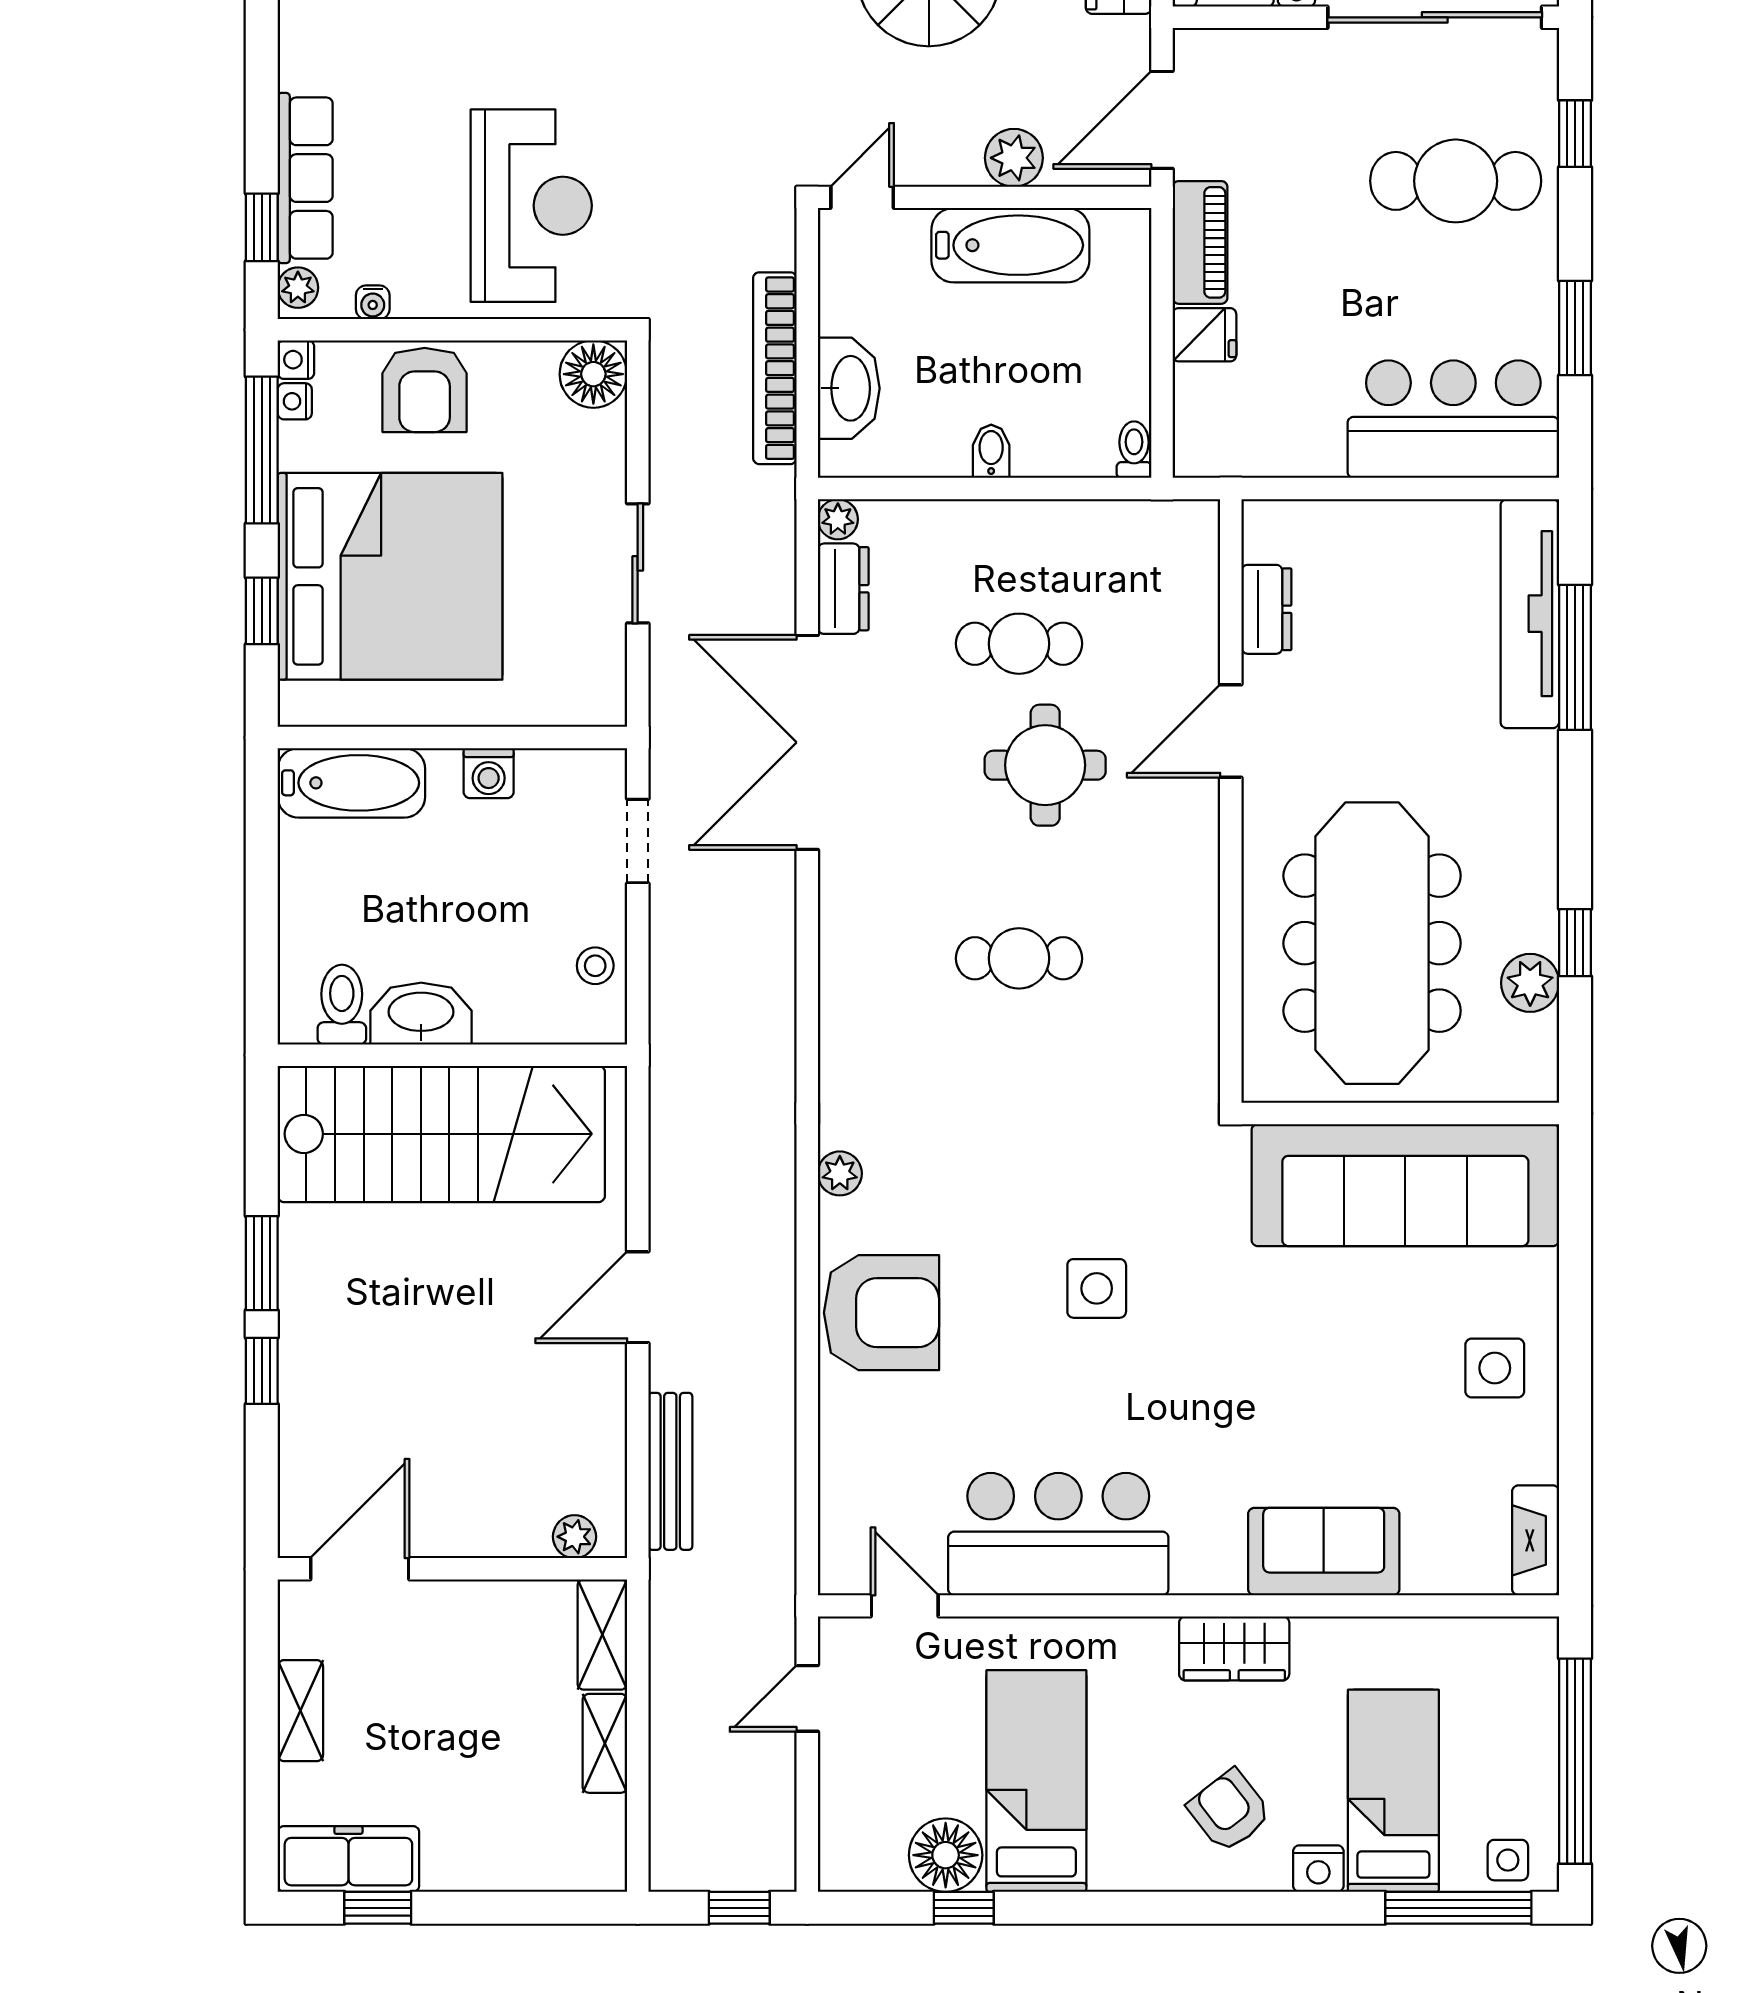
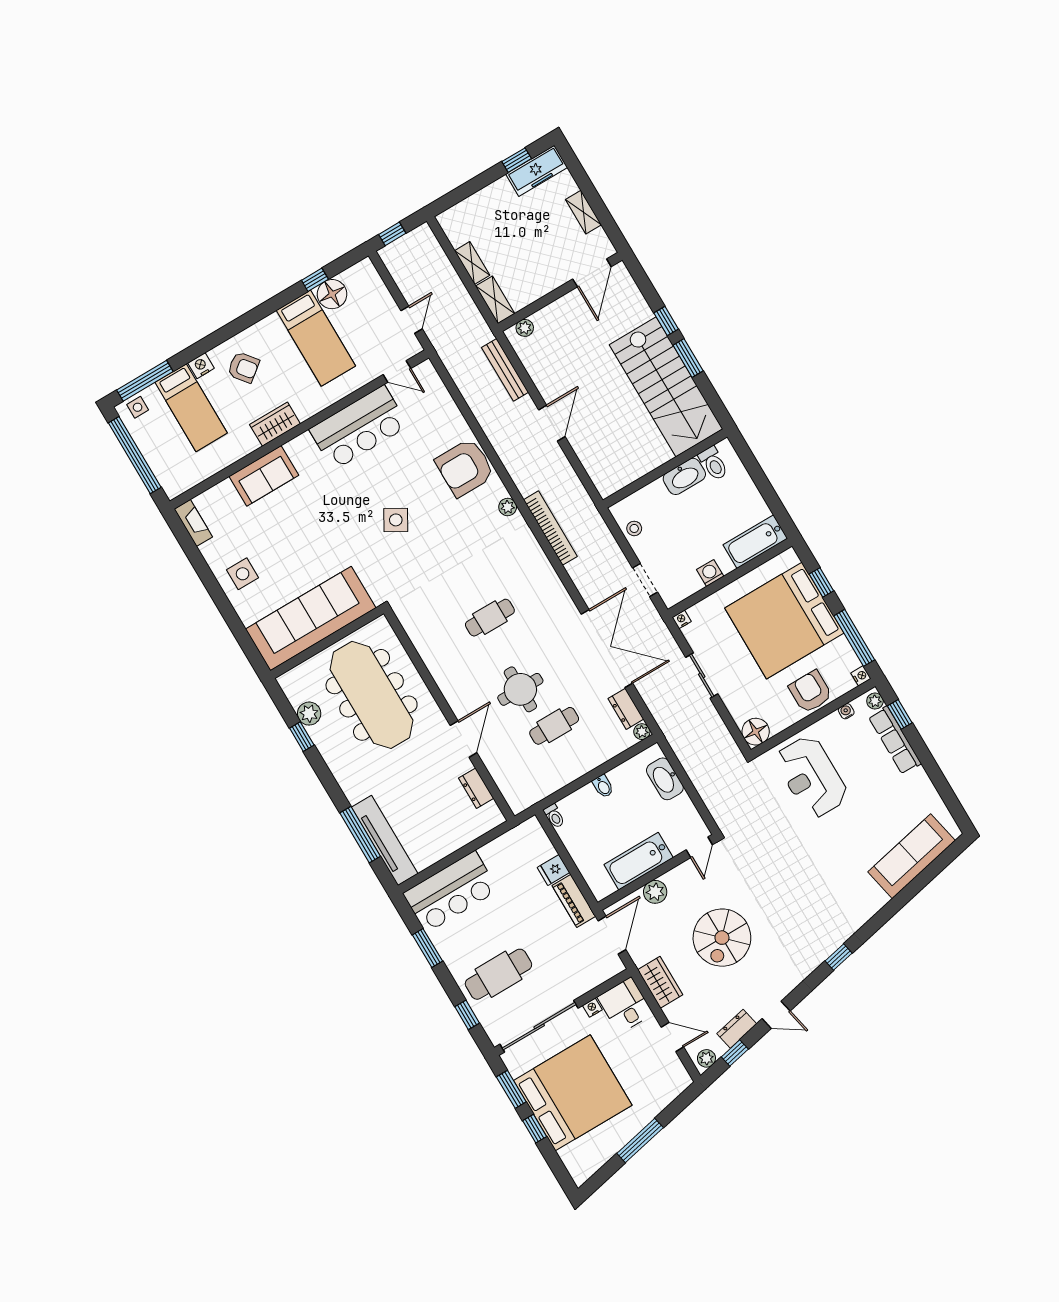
bookcase: (775, 368) -> (550, 528), moved
nightstand: (295, 401) -> (682, 619), moved, turned -90
stairs: (441, 1134) -> (666, 387), moved, turned -90
side table: (1097, 1288) -> (396, 520), turned 30

